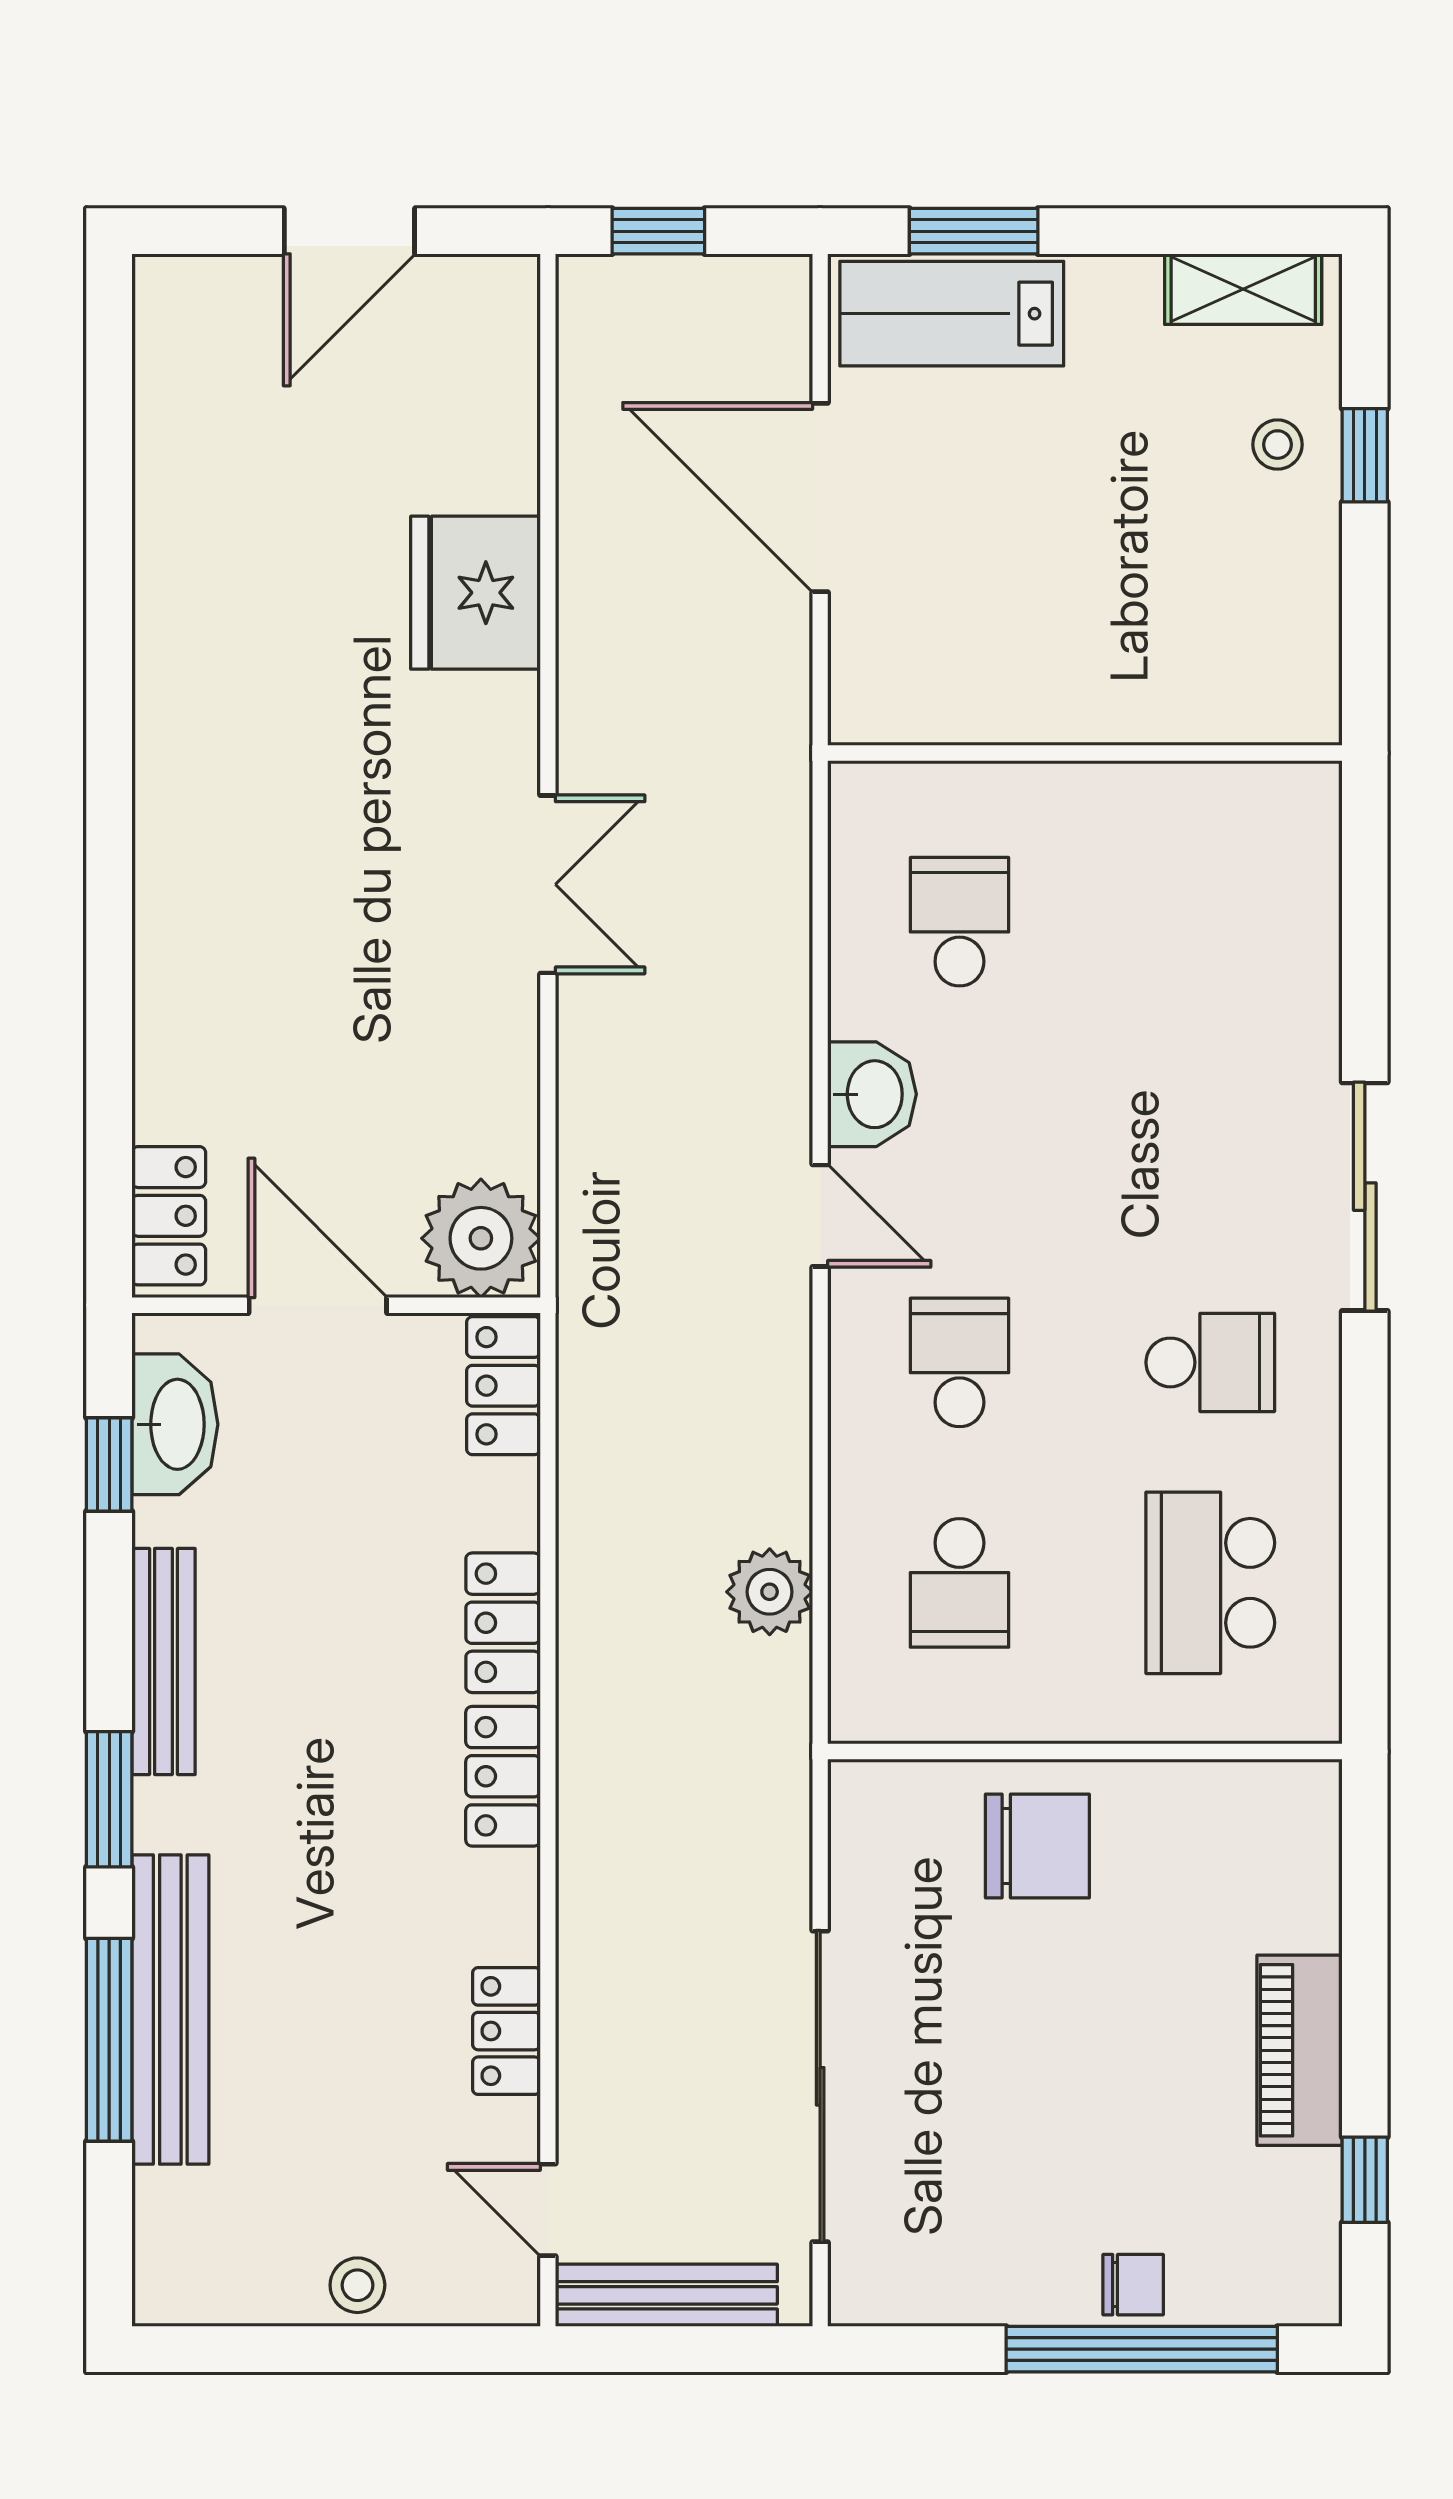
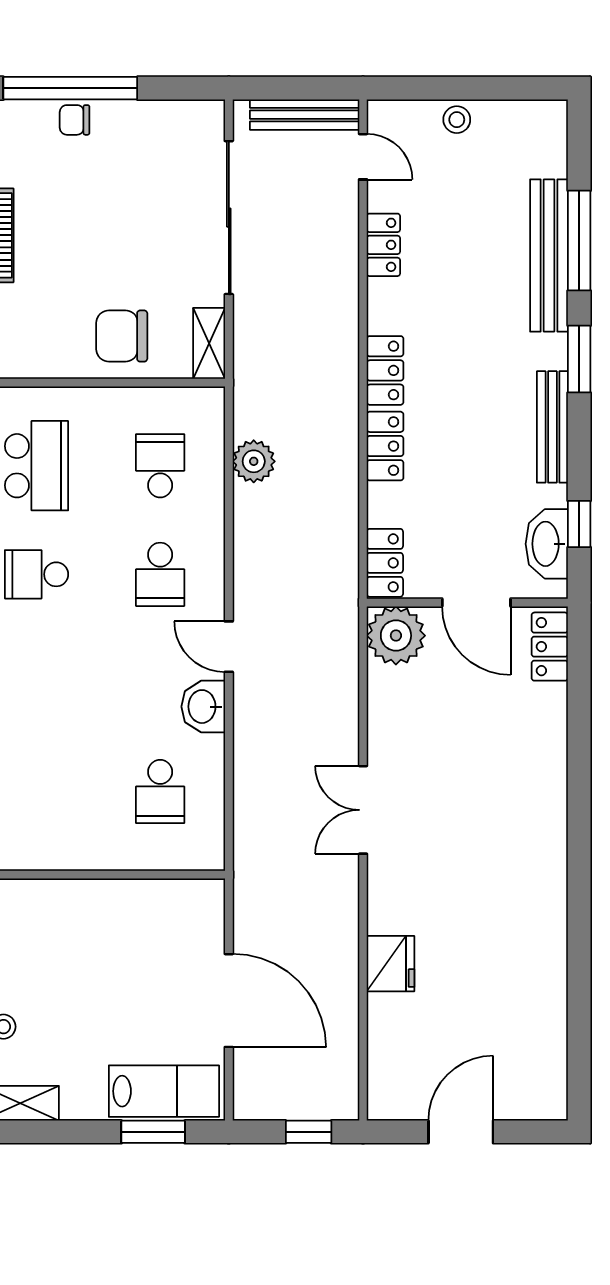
fridge: (475, 593) -> (391, 964), width x0.73, depth x0.75
shelving: (860, 1831) -> (209, 343), added

